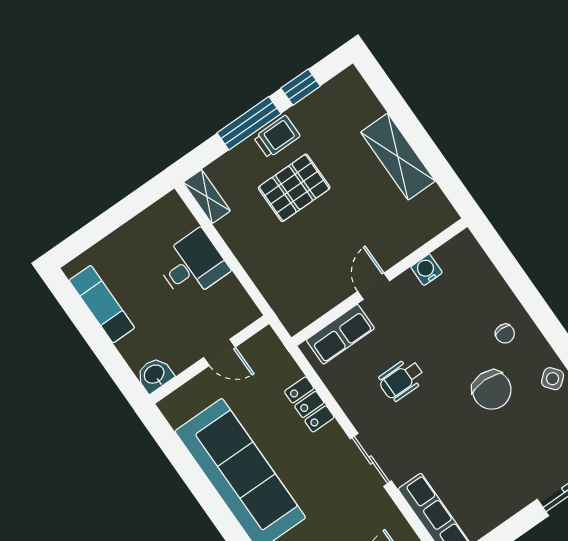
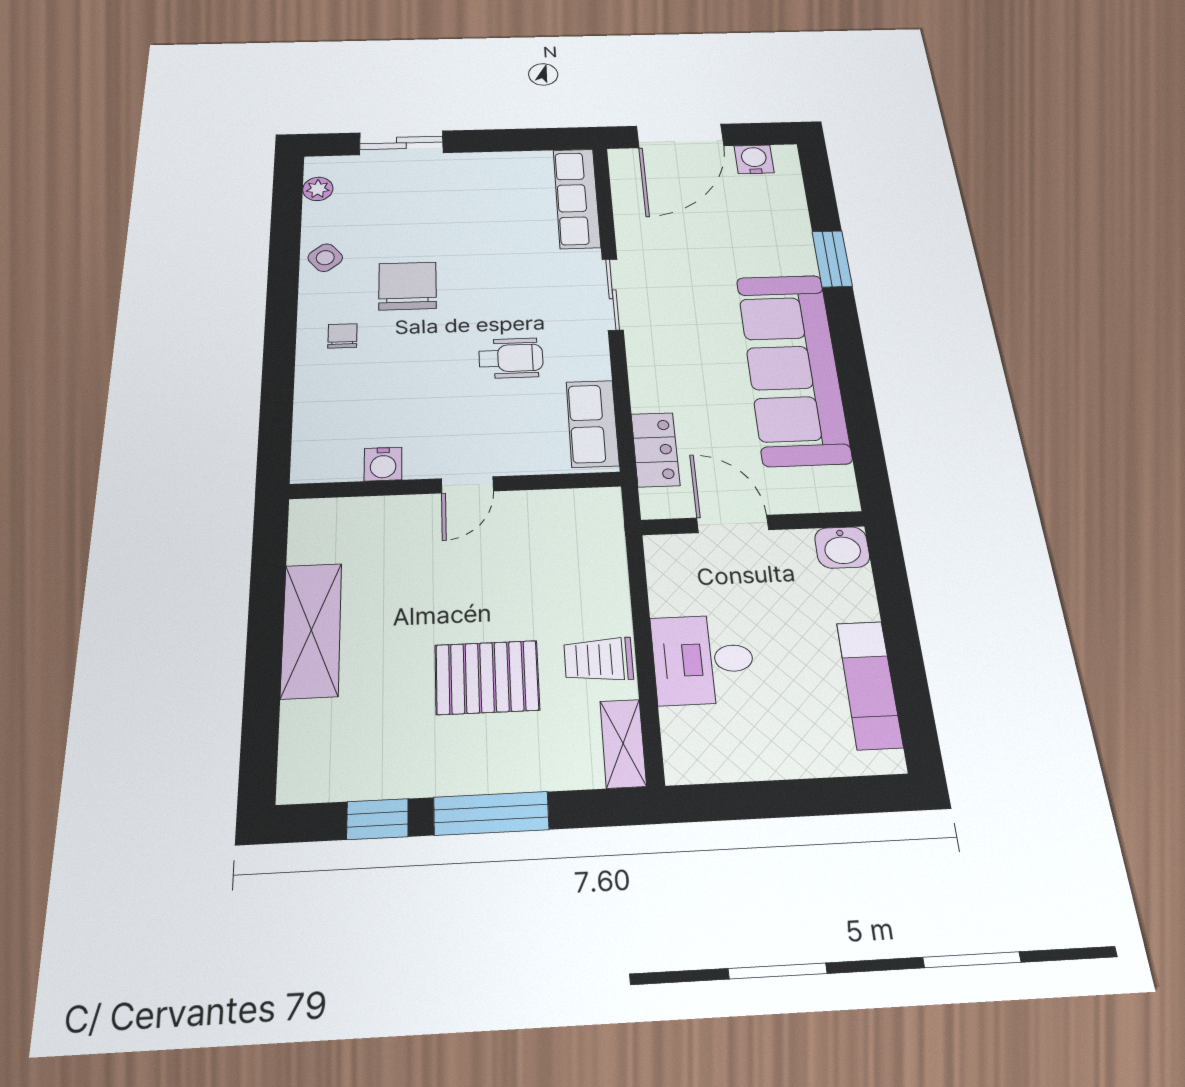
trolley: (277, 137) -> (599, 660), moved
row of seats: (340, 334) -> (592, 423), moved, turned -90
door: (220, 352) -> (733, 524), width x1.37
locker: (309, 404) -> (655, 450), moved

